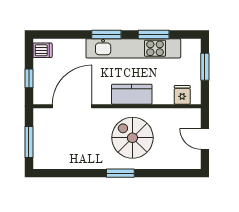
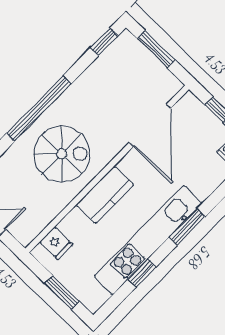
window: (154, 34) -> (142, 273), width x0.67
window: (52, 173) -> (104, 42), added
window: (120, 173) -> (39, 109), width x2.11

